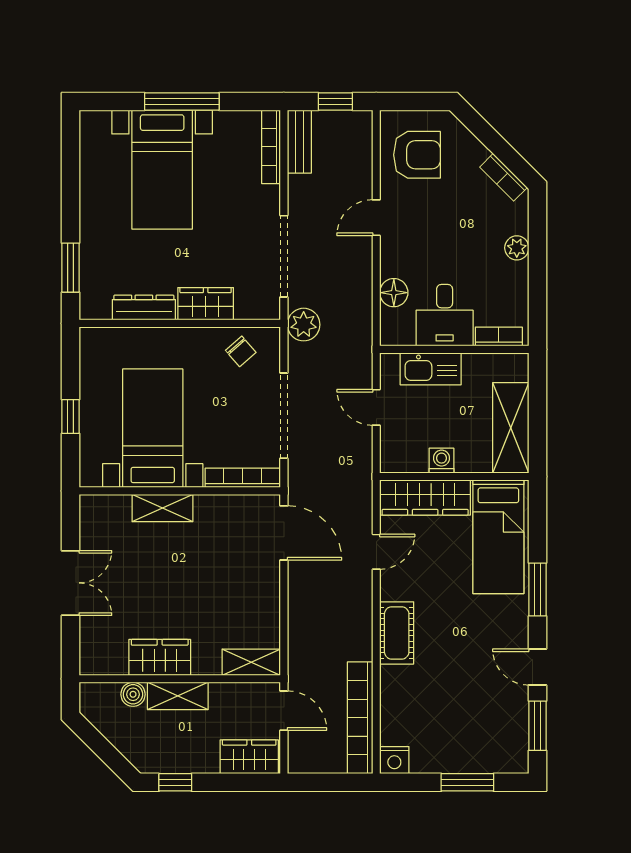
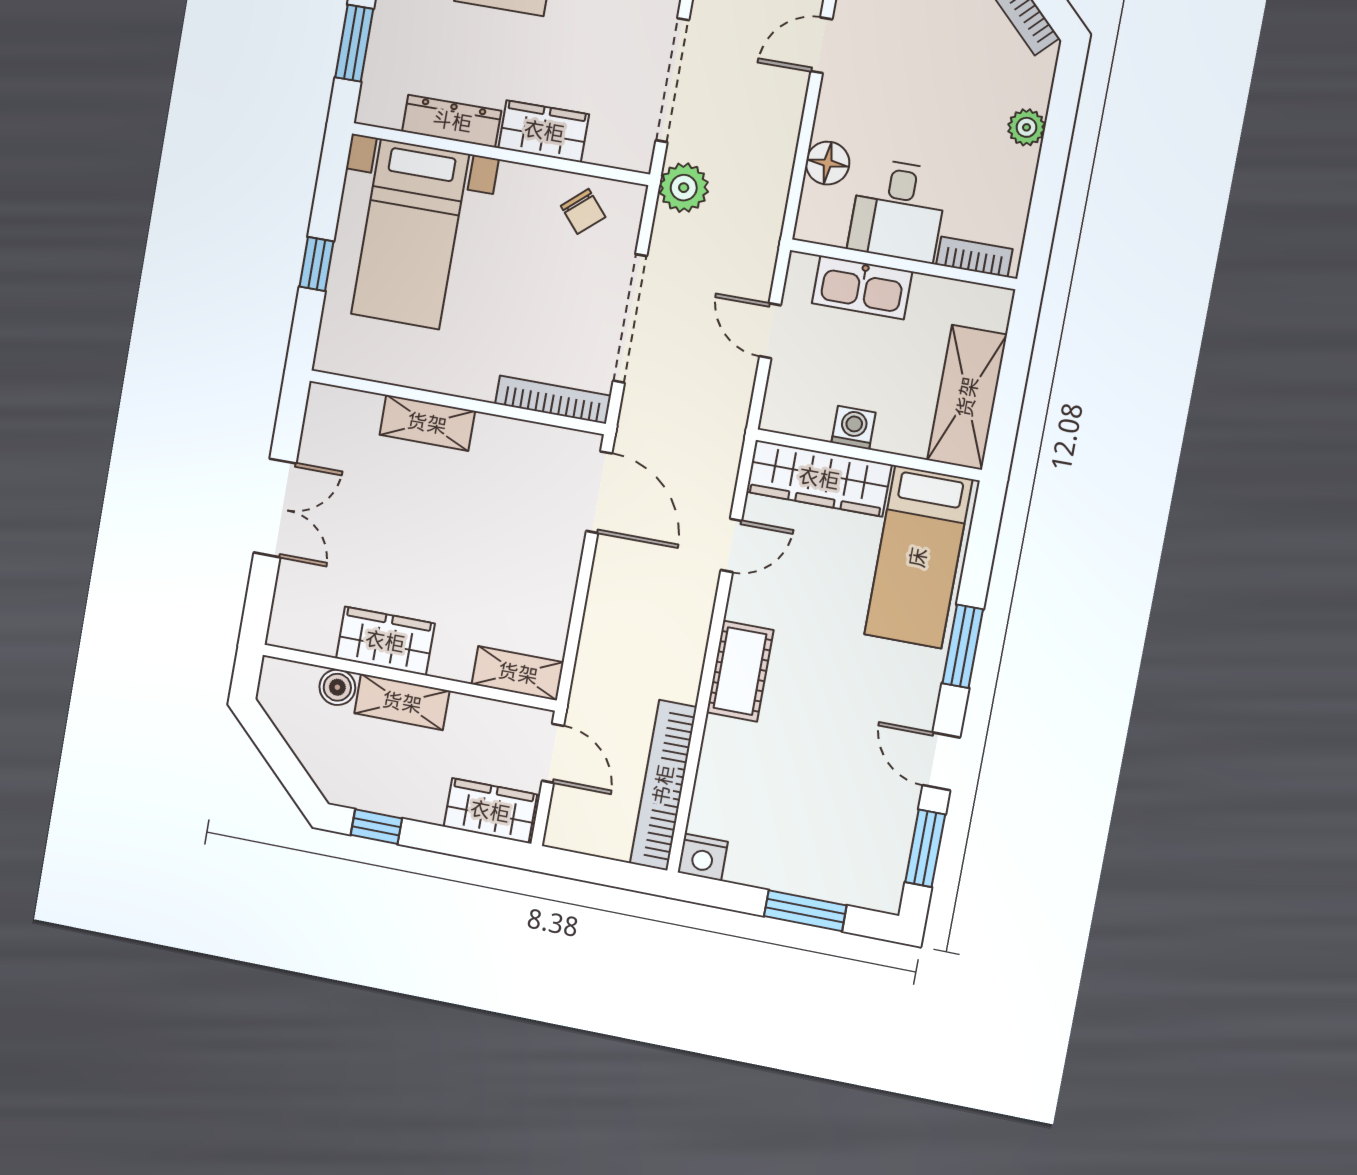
bed with nightstands: (153, 428) -> (410, 234), moved, turned 180

